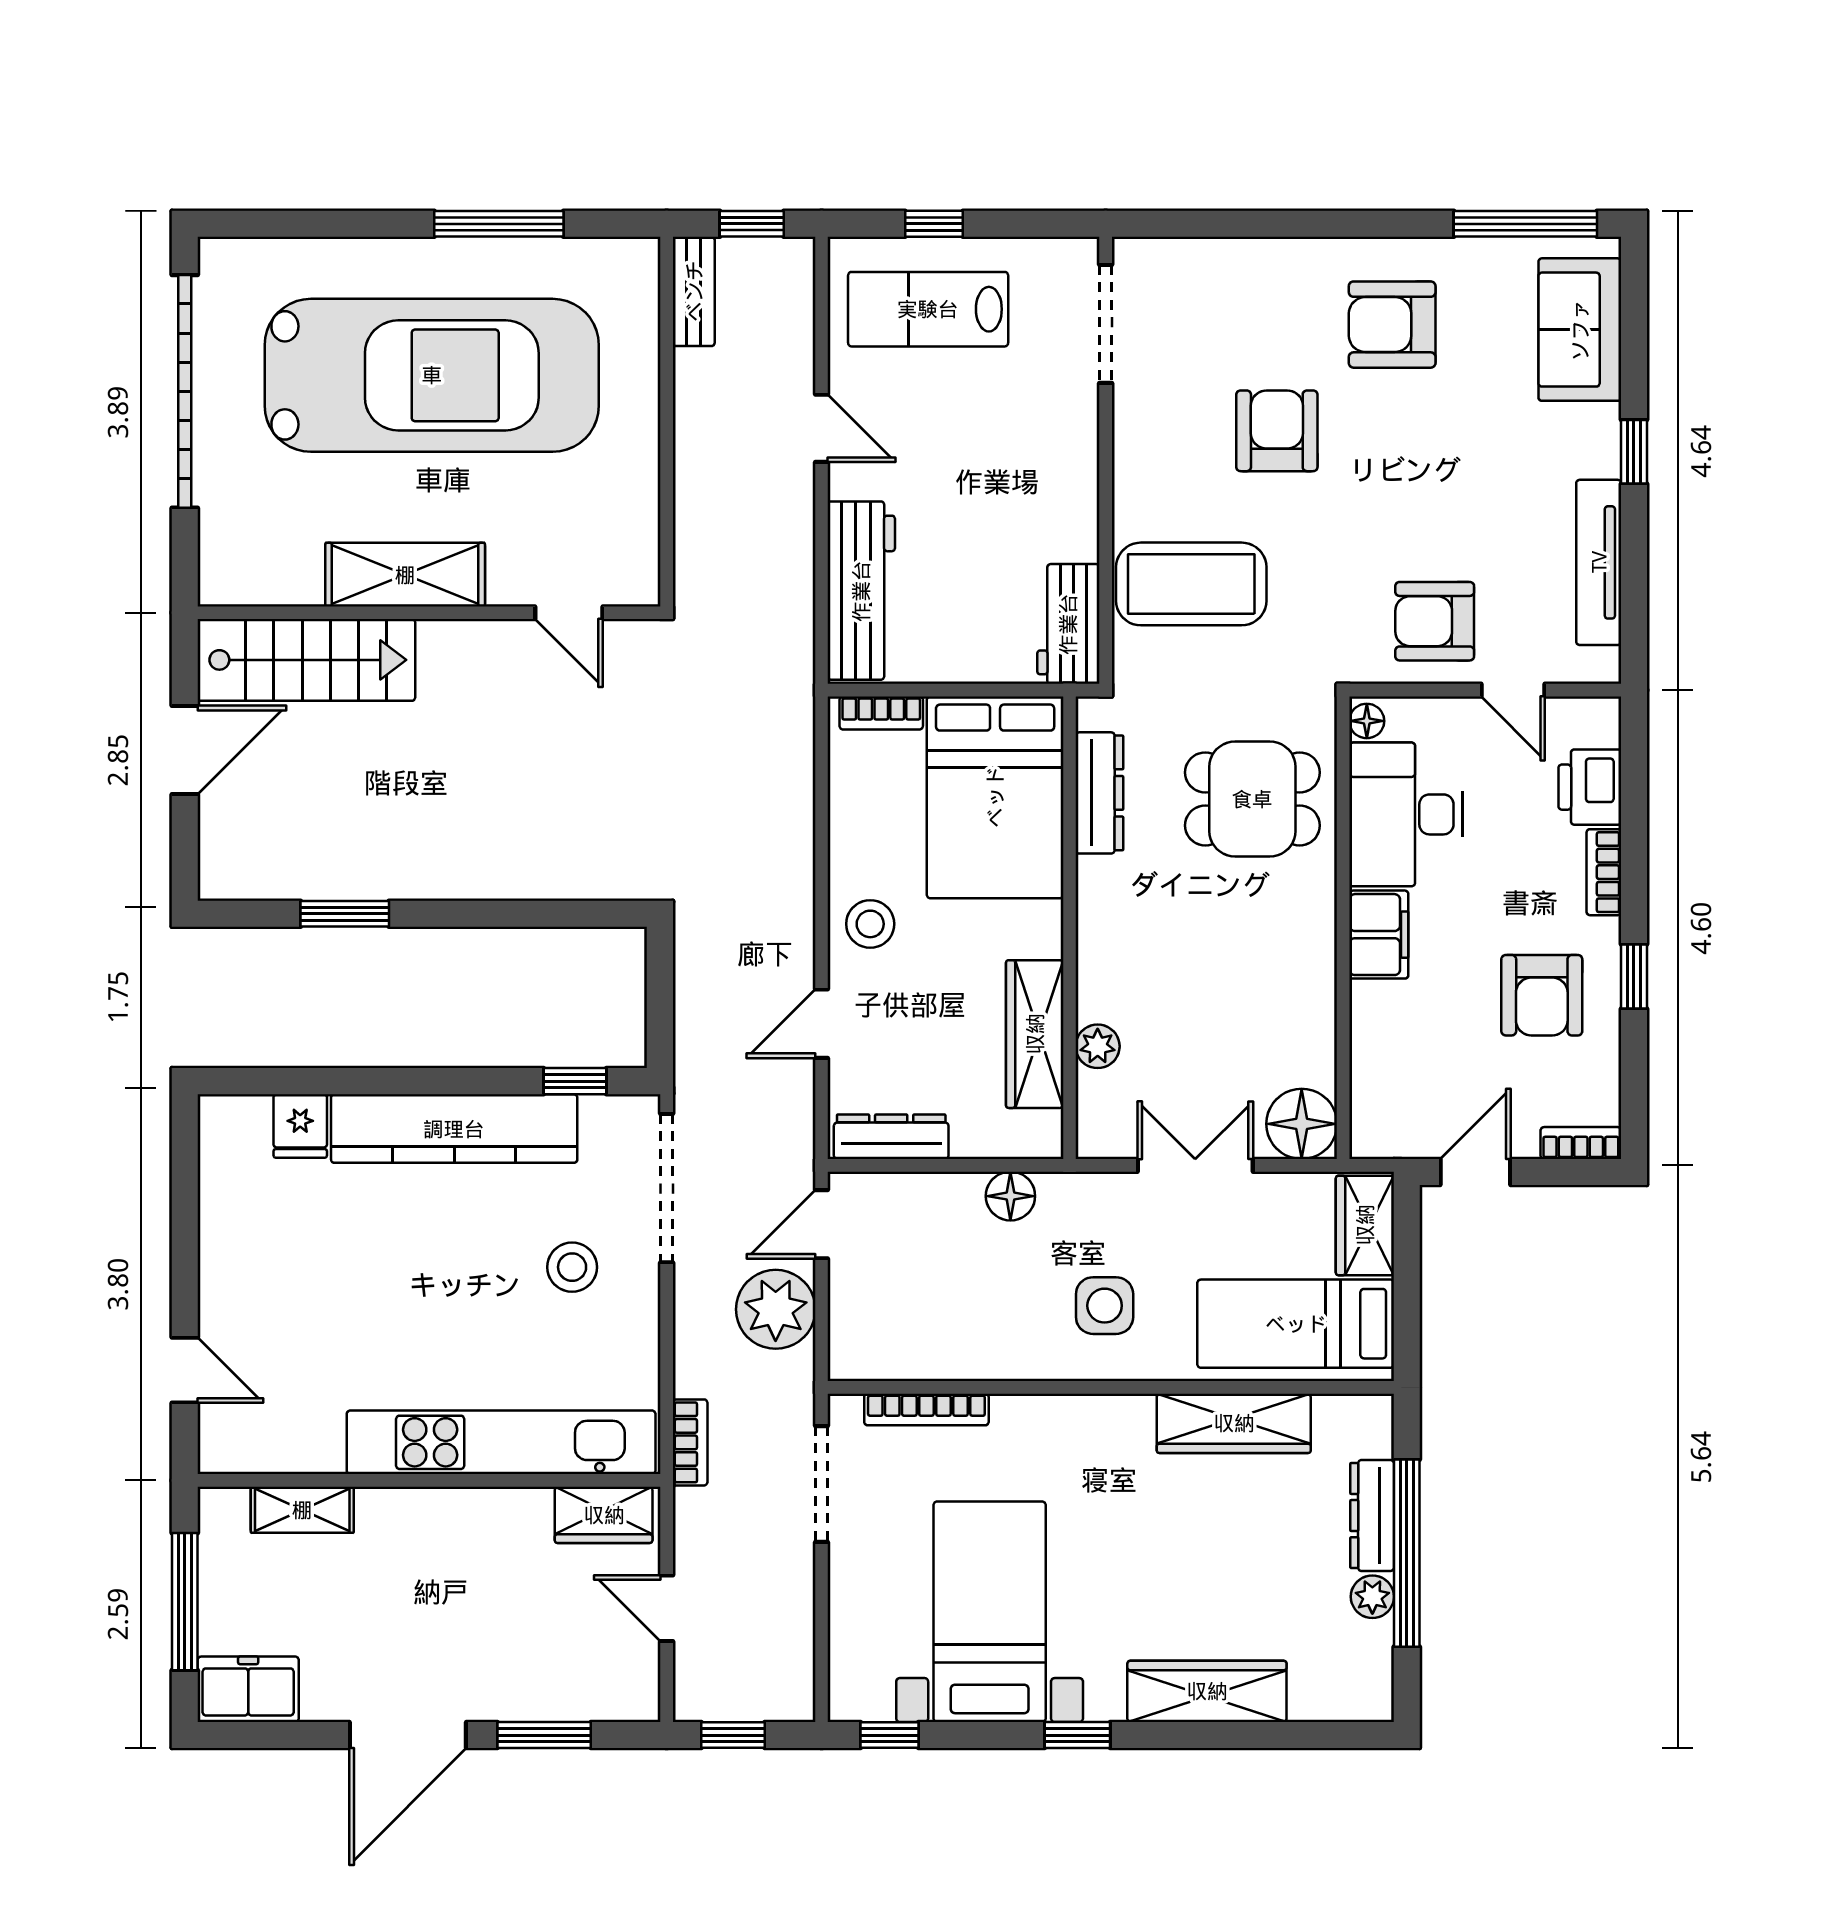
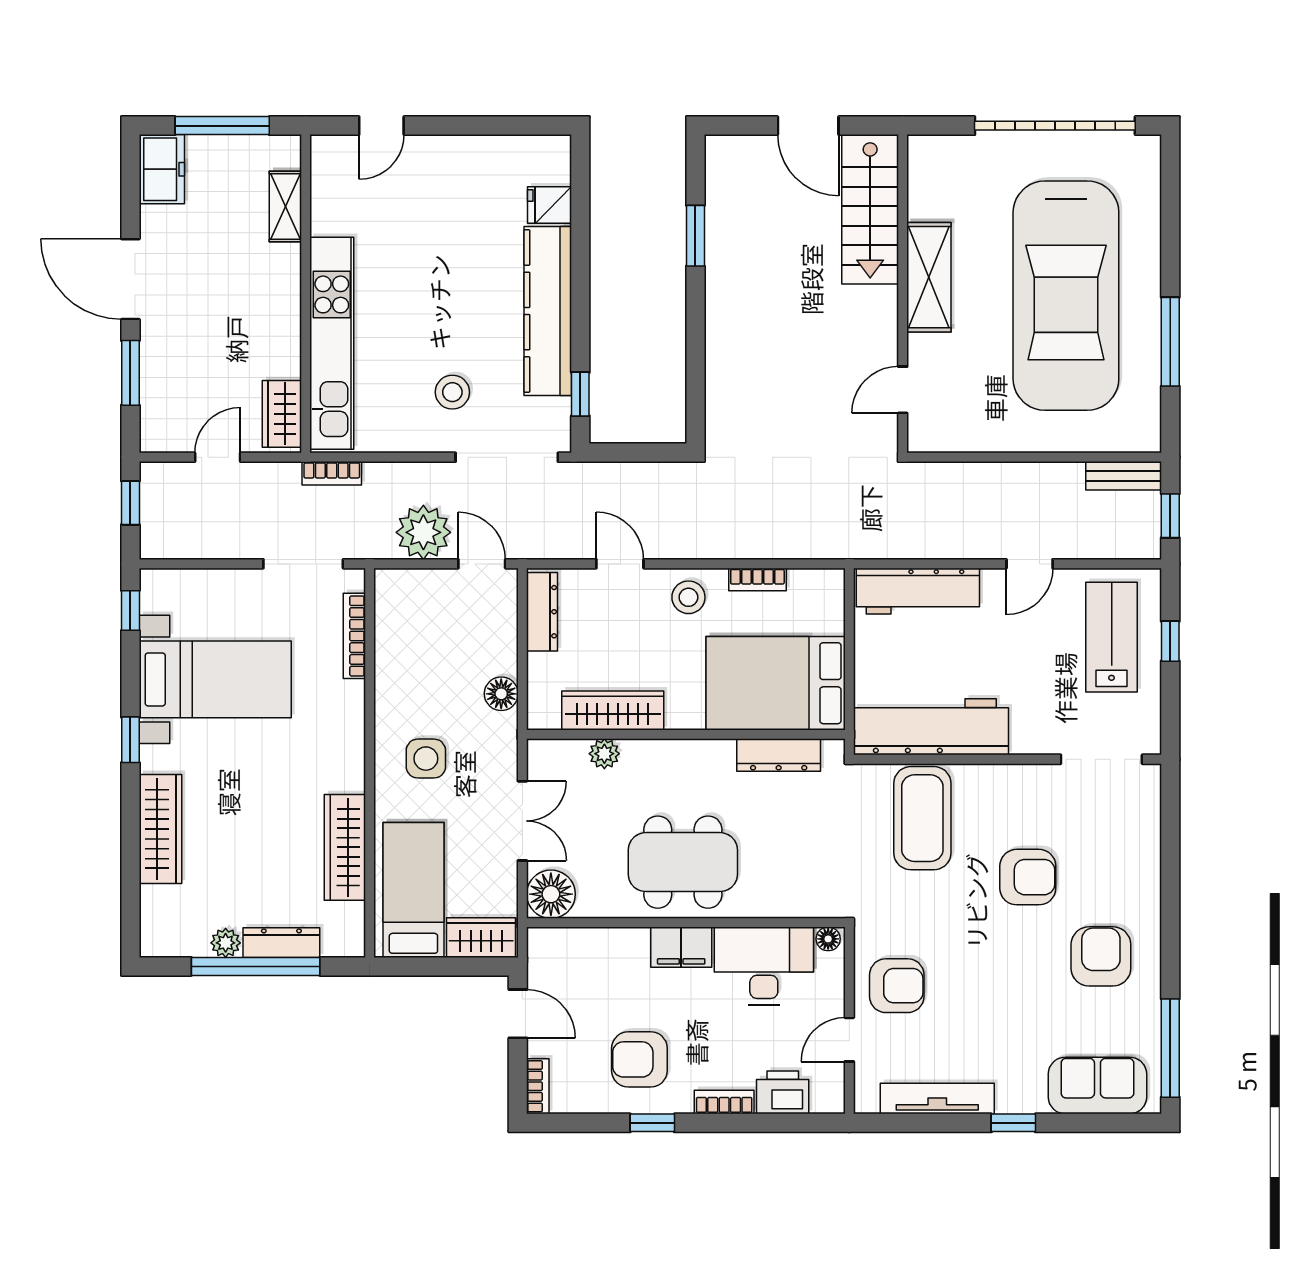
armchair: (1435, 621) -> (897, 986), turned 90
workbench: (1068, 624) -> (931, 727), width x1.88, depth x1.32
bookcase: (881, 713) -> (757, 579), moved, turned -90
dining table: (1252, 799) -> (683, 862), moved, width x1.38

